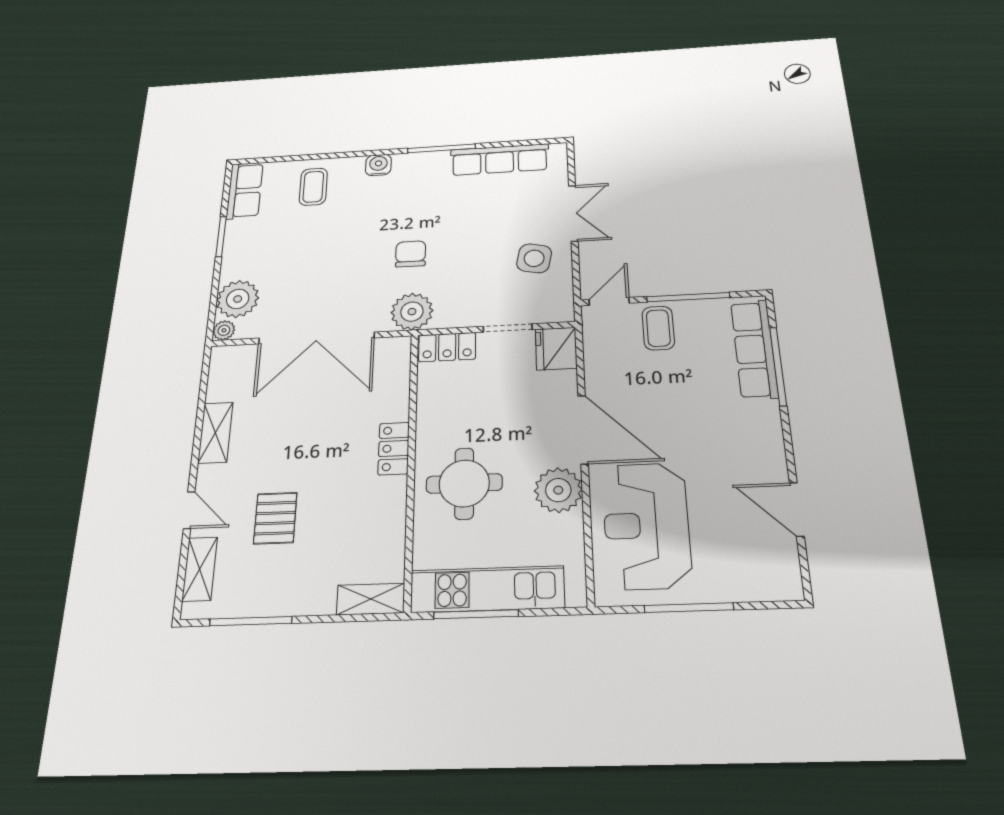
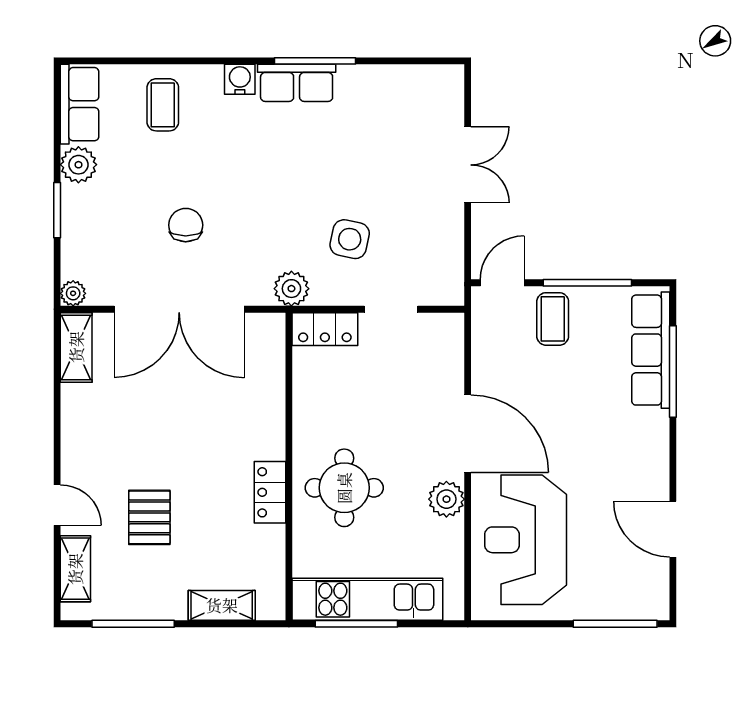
row of seats: (500, 160) -> (297, 83), moved, width x0.68
window: (221, 237) -> (57, 210), moved
chair: (411, 254) -> (186, 225), moved
side table: (534, 258) -> (350, 239), moved
plant: (238, 299) -> (78, 165), moved, width x0.73, depth x0.73
plant: (412, 312) -> (291, 289), width x0.73, depth x0.73
fridge: (556, 349) -> (443, 338), removed
shelving: (215, 433) -> (76, 347), moved
locker: (394, 449) -> (270, 492), moved
plant: (558, 490) -> (446, 499), width x0.73, depth x0.73
shelving: (371, 599) -> (222, 605), moved
window: (689, 608) -> (615, 624), moved

